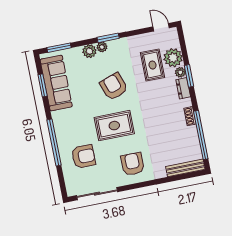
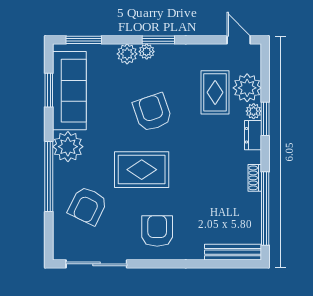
plant: (63, 120) -> (68, 147), added
armchair: (83, 156) -> (88, 206), turned 116

